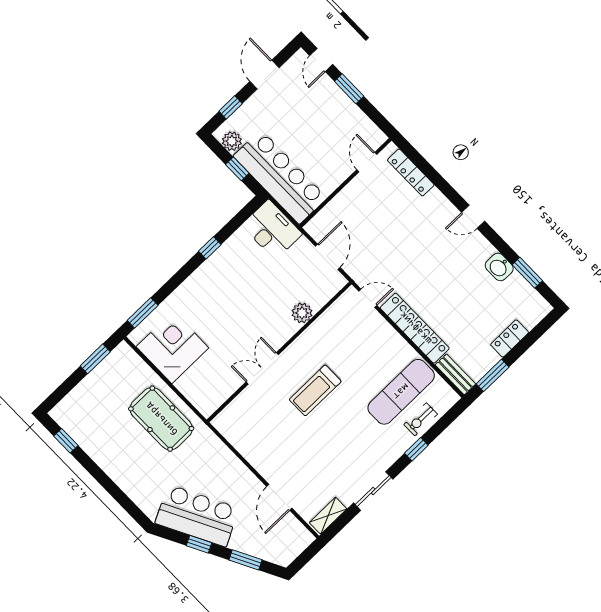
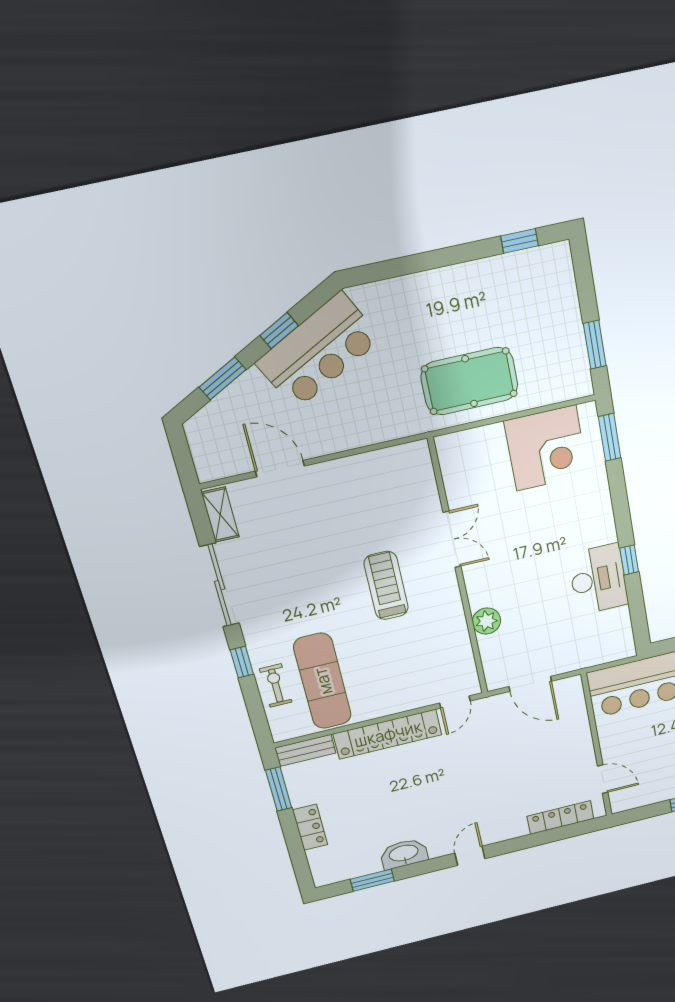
desk: (272, 230) -> (598, 579), moved, turned -90
washbasin: (499, 267) -> (404, 854), width x1.38
sliding door: (373, 491) -> (220, 585), width x1.37

